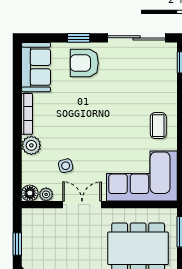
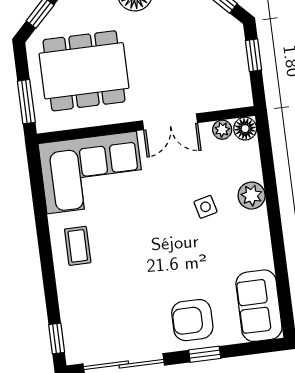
armchair: (84, 63) -> (192, 320), turned 180
bookcase: (27, 114) -> (263, 239), removed
side table: (66, 166) -> (206, 207), moved

